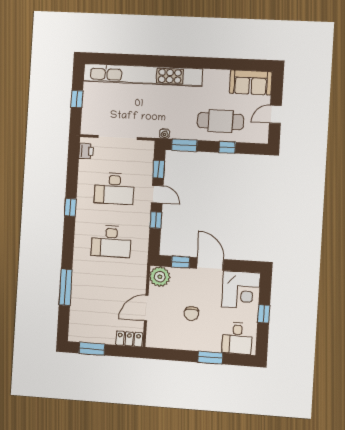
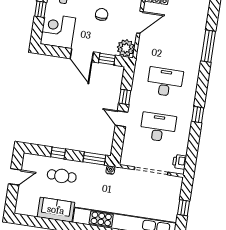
sofa: (251, 82) -> (56, 210), moved
cafe table: (220, 121) -> (62, 176), width x0.73, depth x0.74
window: (159, 169) -> (118, 140), removed

